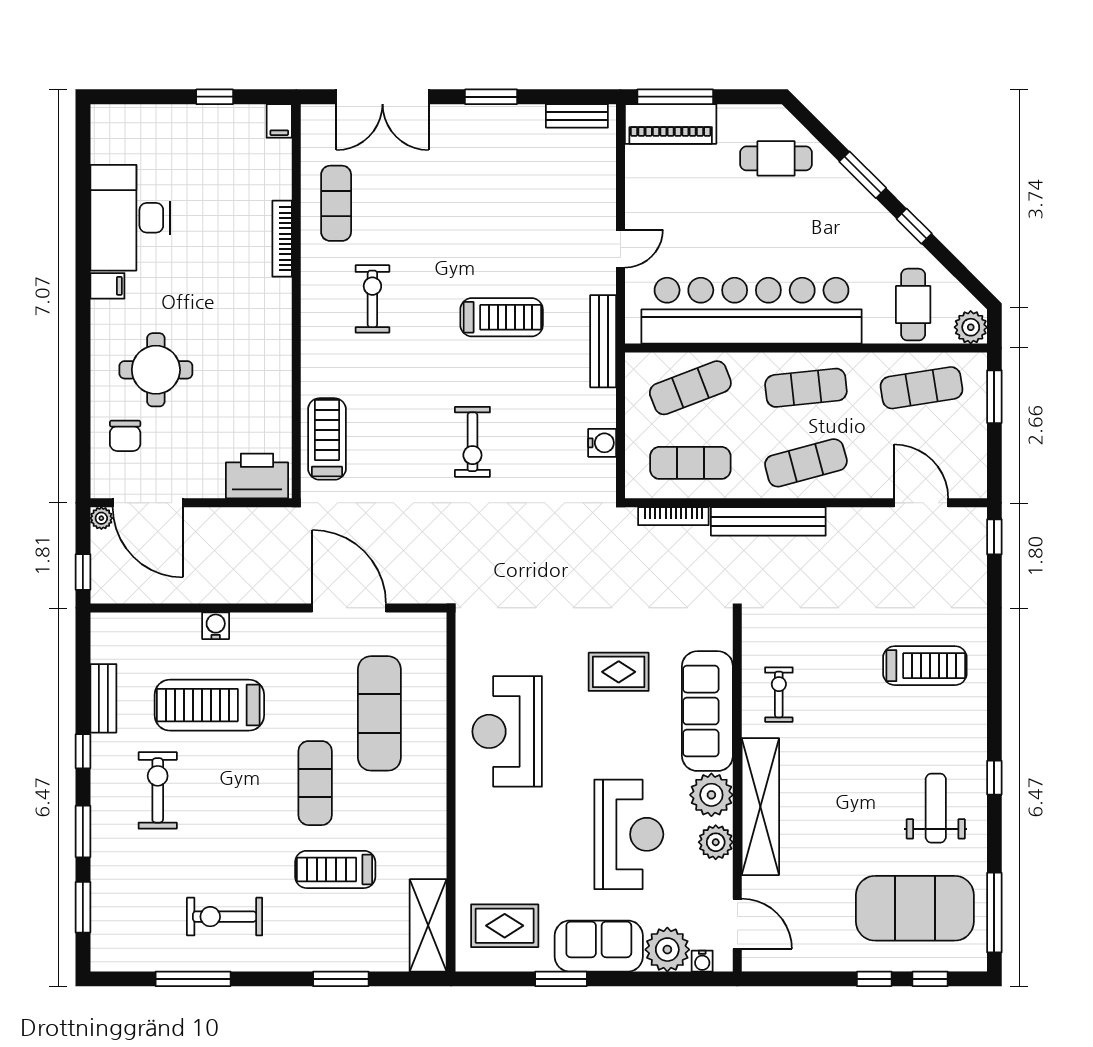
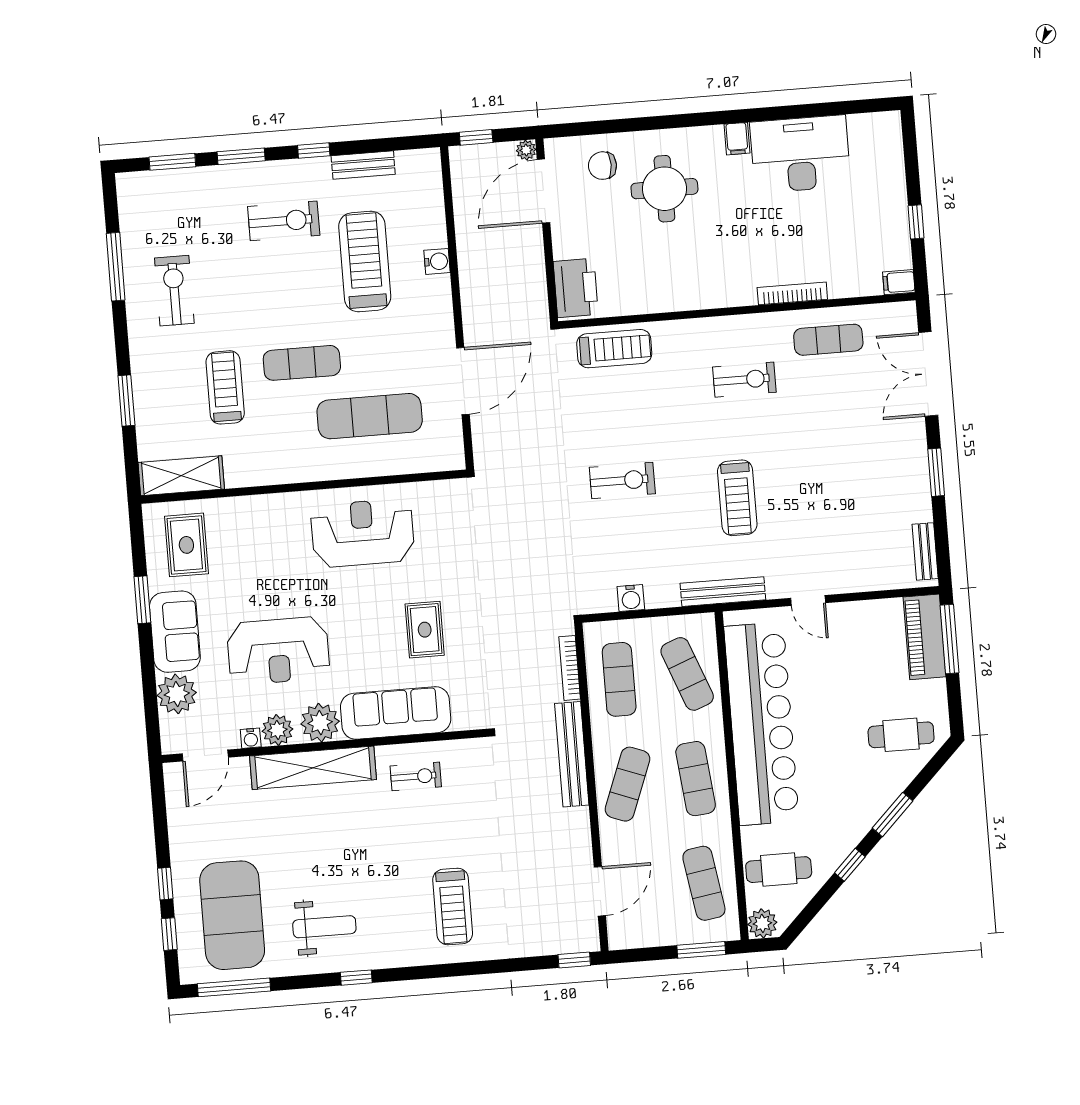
cafe table: (776, 158) -> (901, 735), turned 90
exercise bike: (472, 442) -> (622, 481), turned 180
exercise mat: (806, 463) -> (628, 784), turned 36
water cooler: (702, 961) -> (251, 738), moved, turned -90

